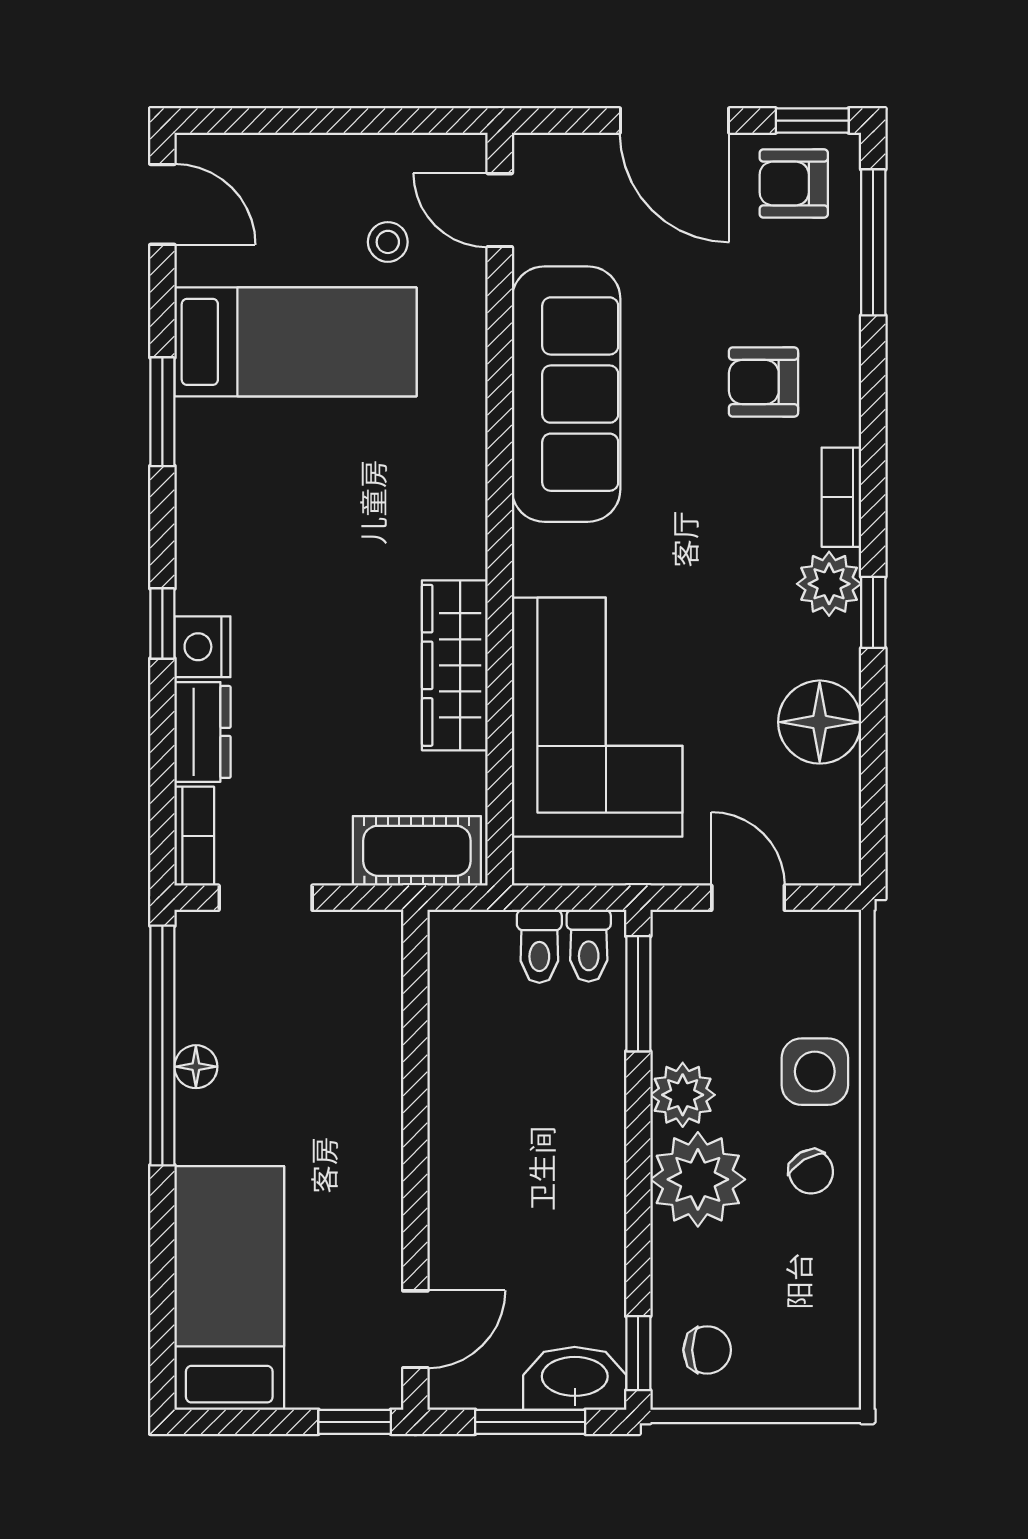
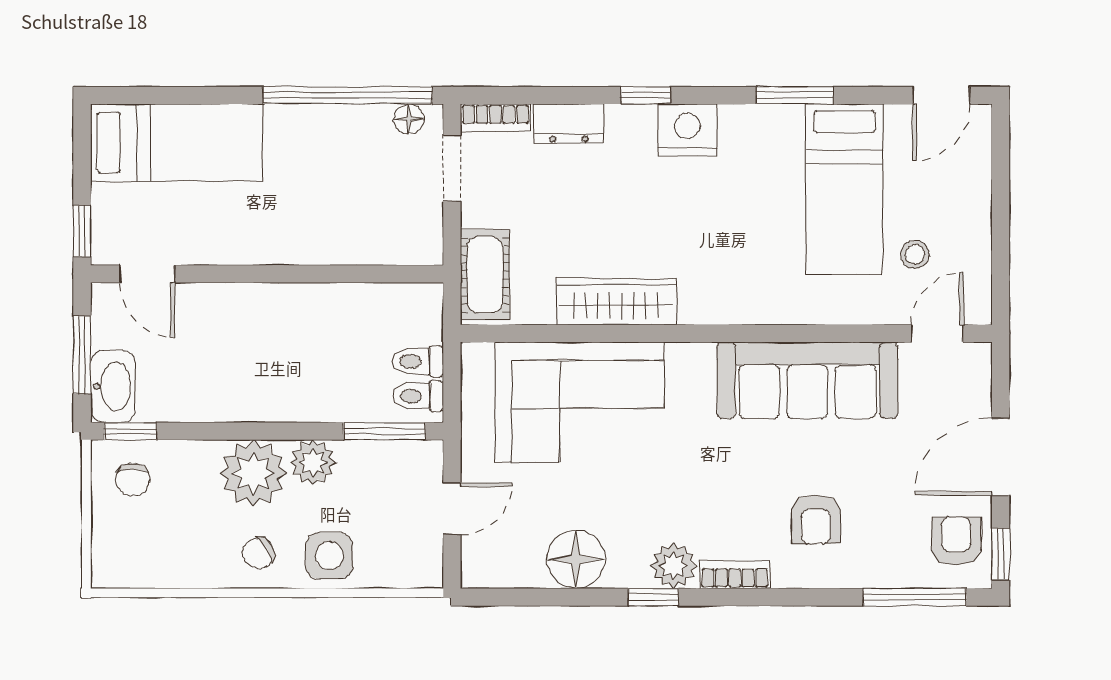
armchair: (763, 382) -> (816, 520), turned 180
nightstand: (202, 647) -> (687, 130), moved, width x1.36, depth x1.33
floor lamp: (196, 1067) -> (409, 119), moved

